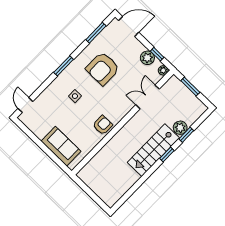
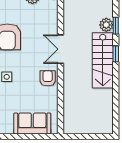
double door: (147, 97) -> (60, 49), moved

